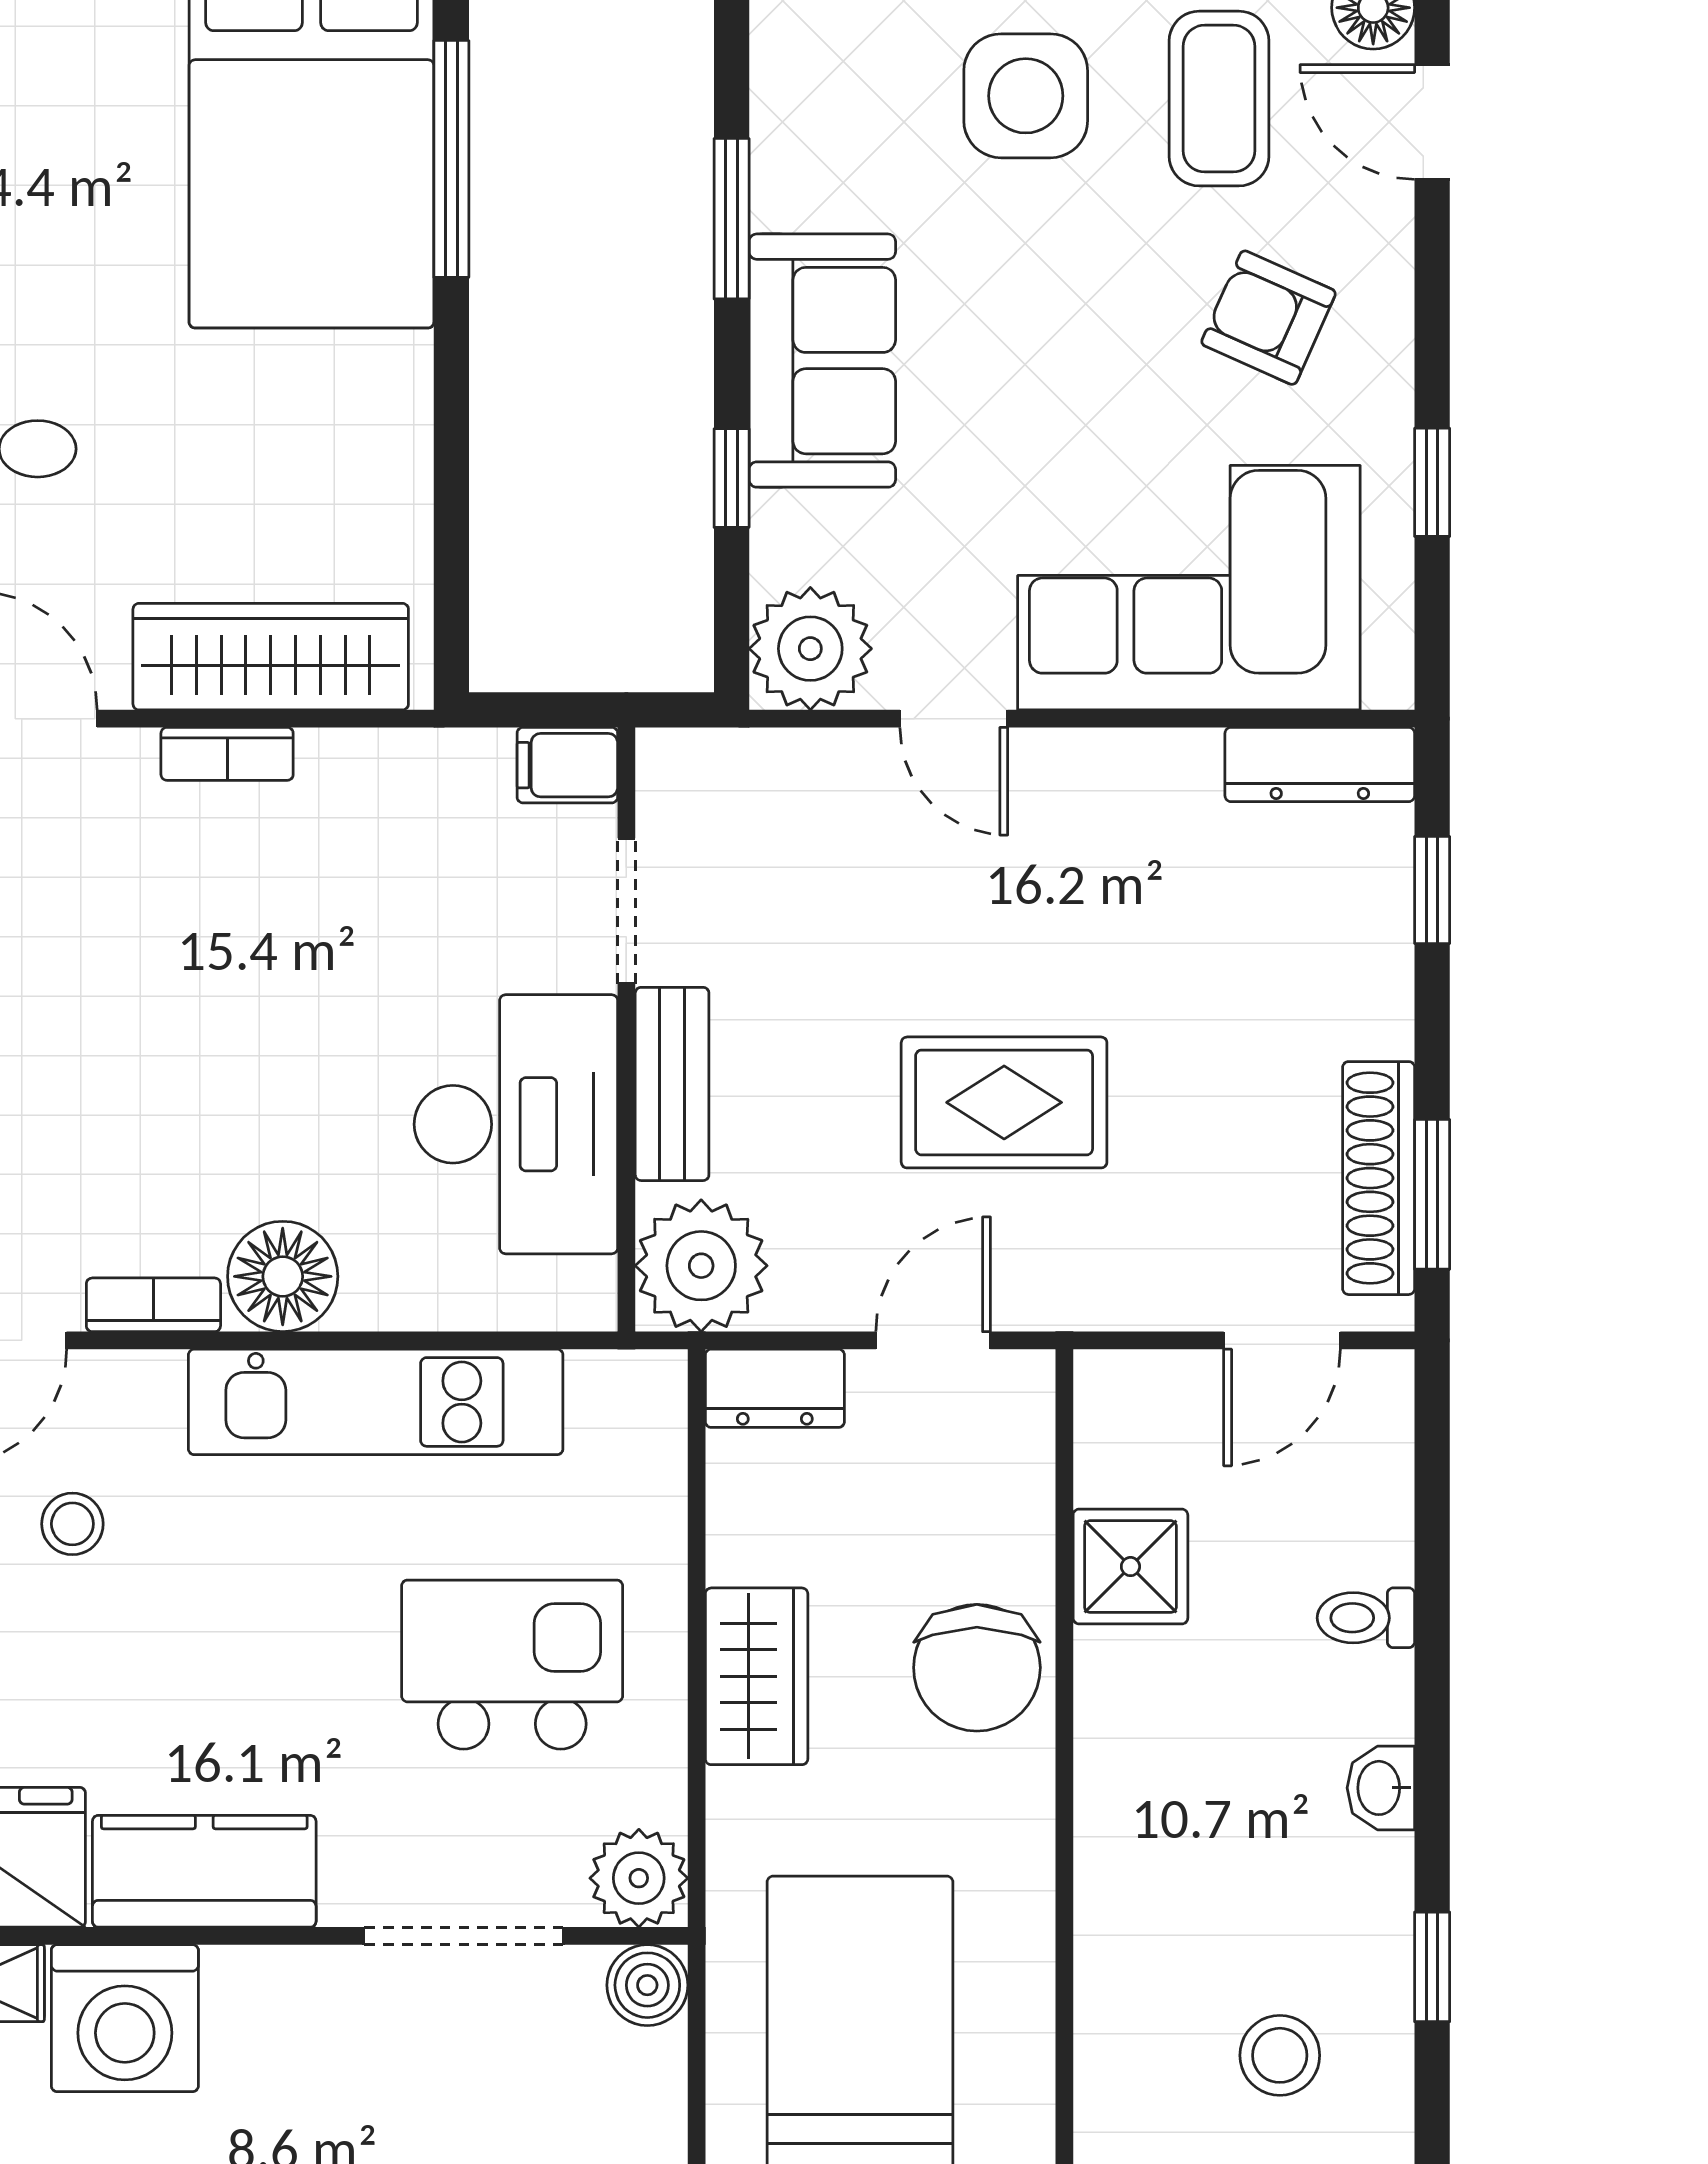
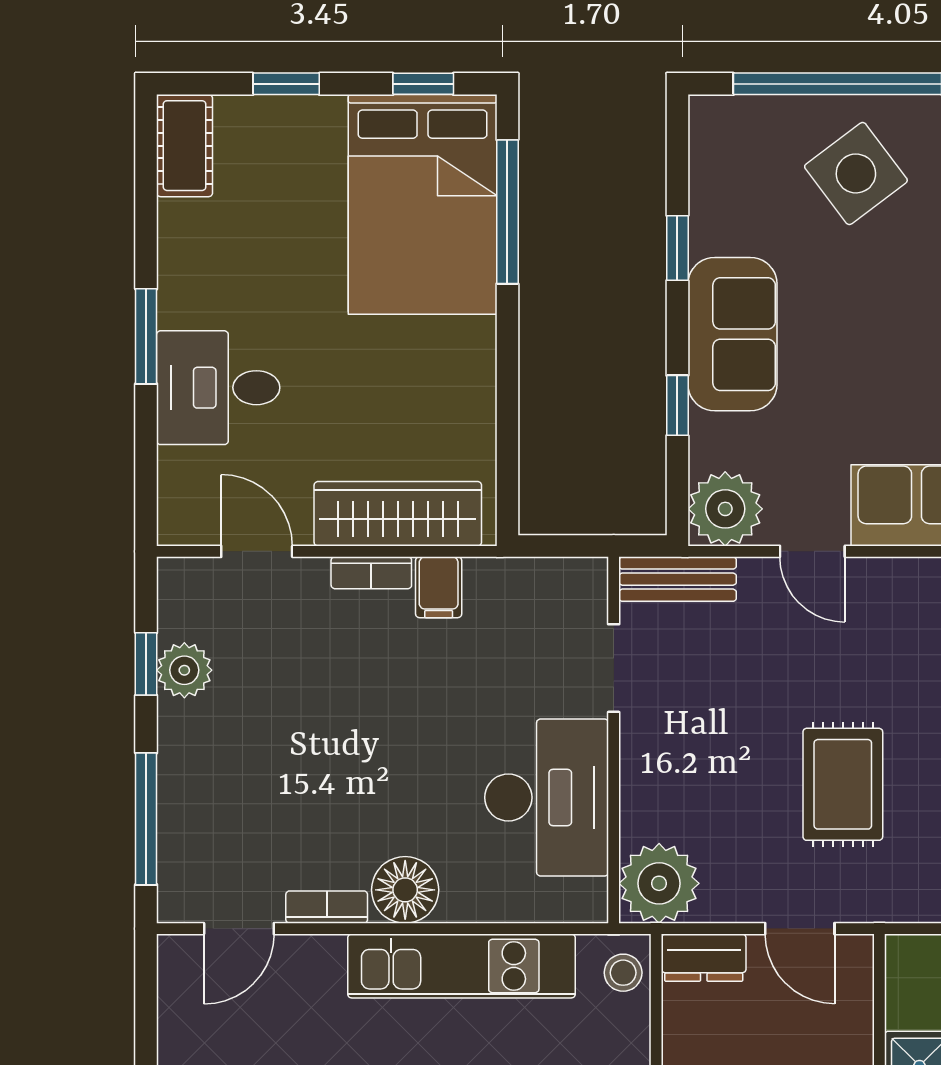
side table: (1026, 96) -> (856, 173), turned -37
window: (732, 219) -> (677, 248), width x0.67
filing cabinet: (567, 765) -> (439, 587), moved, turned -90
bench: (672, 1084) -> (678, 579), moved, turned 90
rug: (1004, 1102) -> (843, 784), turned 90
door: (933, 1340) -> (800, 929), swing flipped
stool: (72, 1524) -> (623, 973), moved

